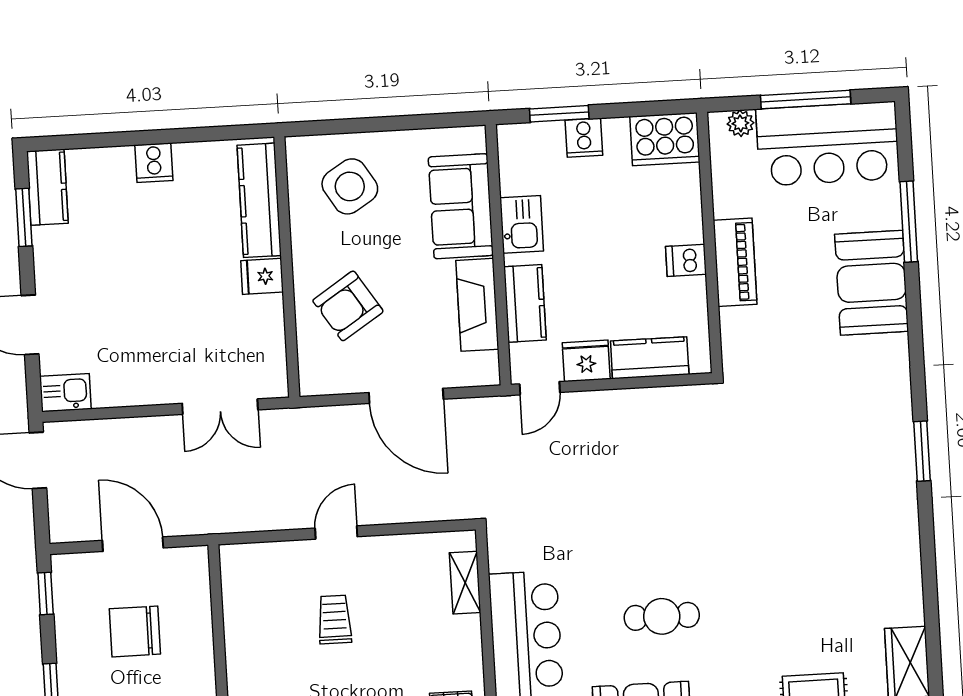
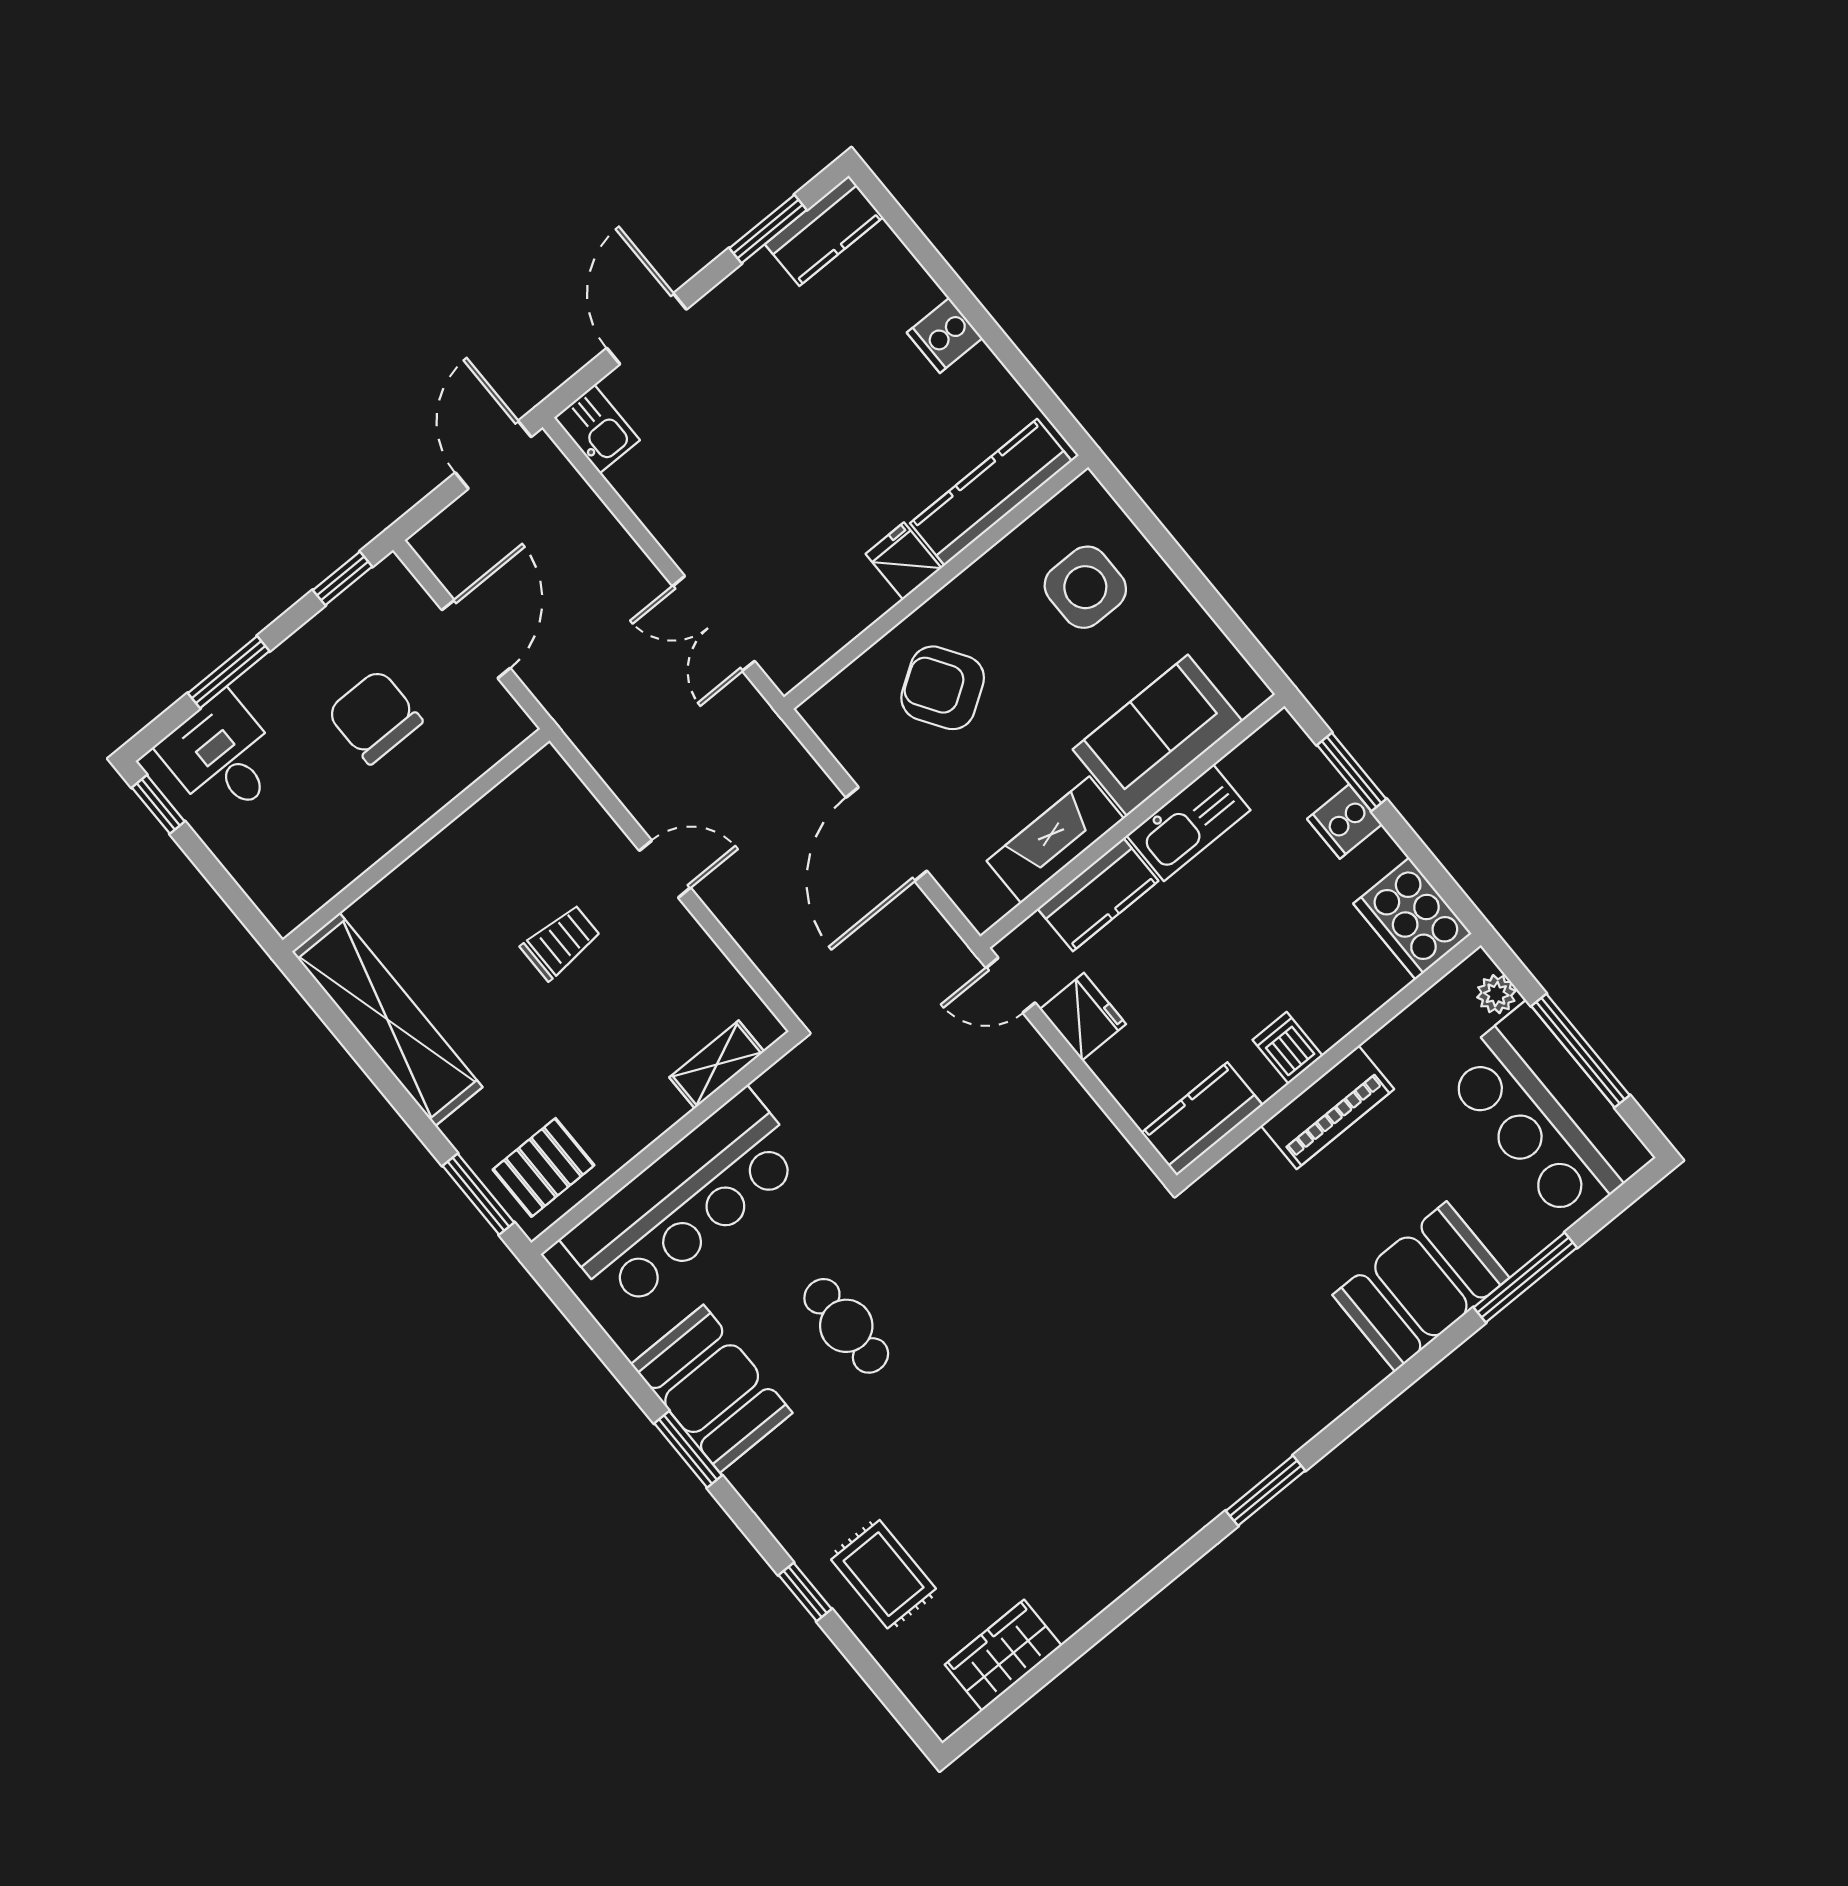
side table: (350, 186) -> (1085, 587), turned 32
kitchen sink: (522, 224) -> (1189, 823), width x1.38
kitchen counter: (650, 358) -> (1202, 1119), moved, turned -90

